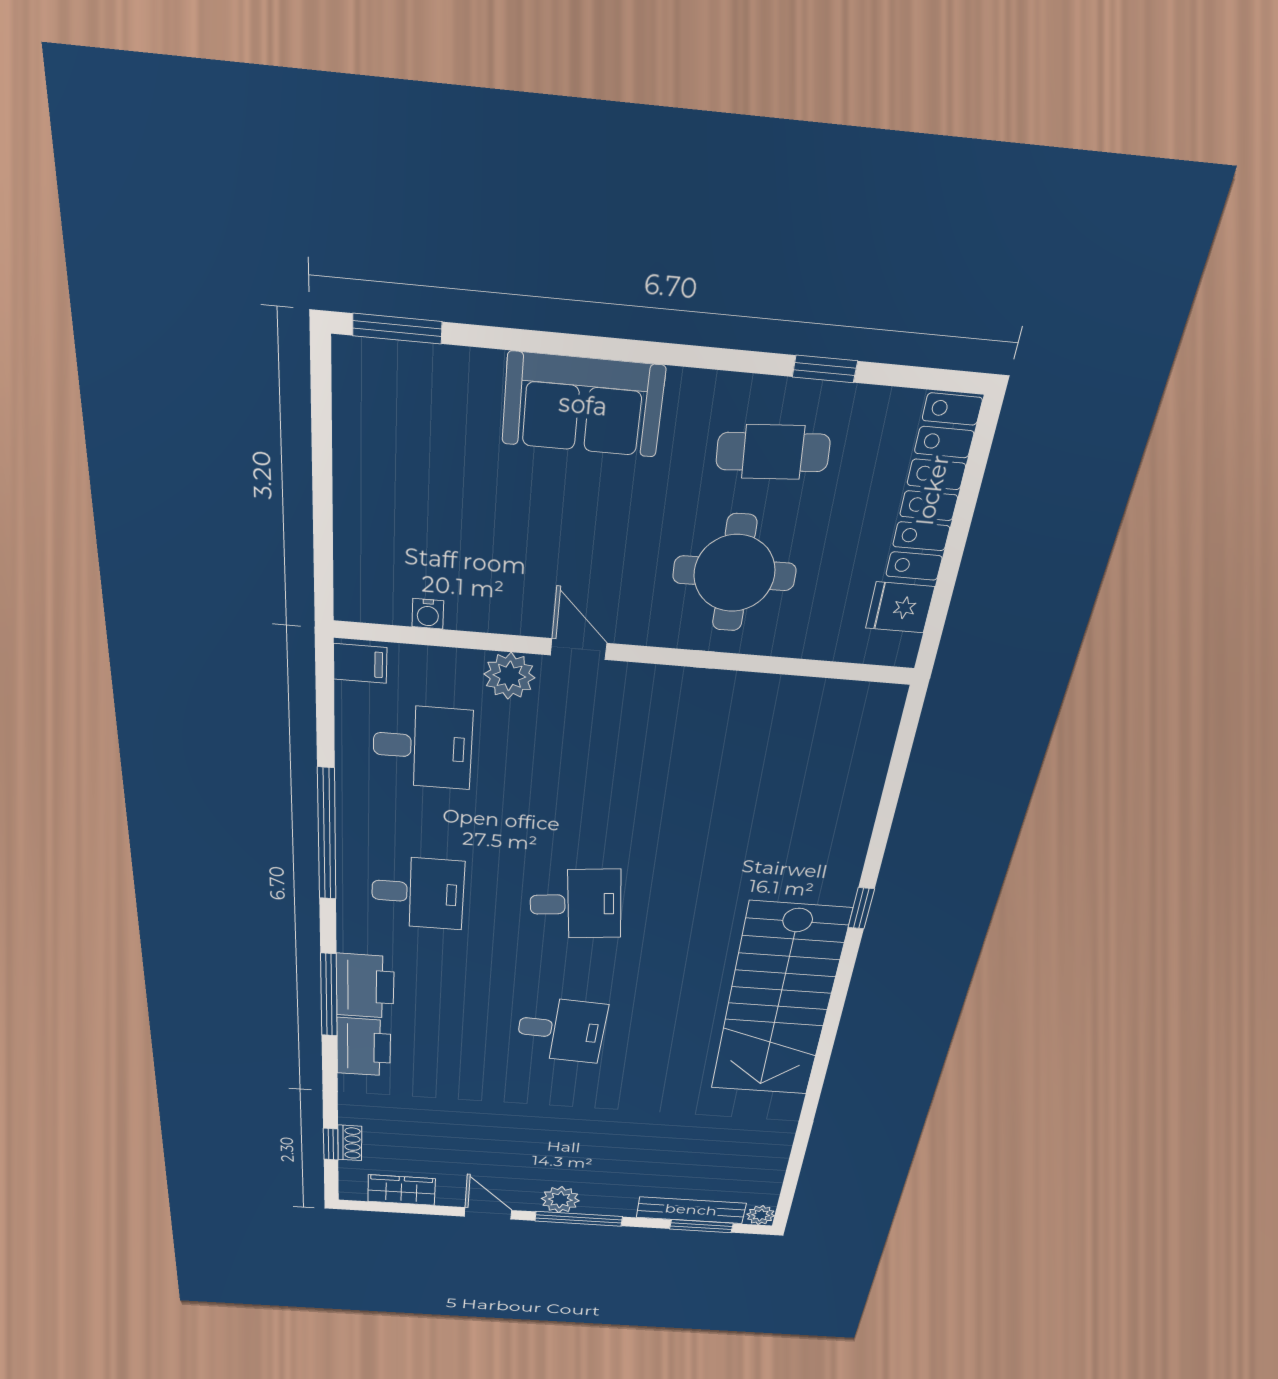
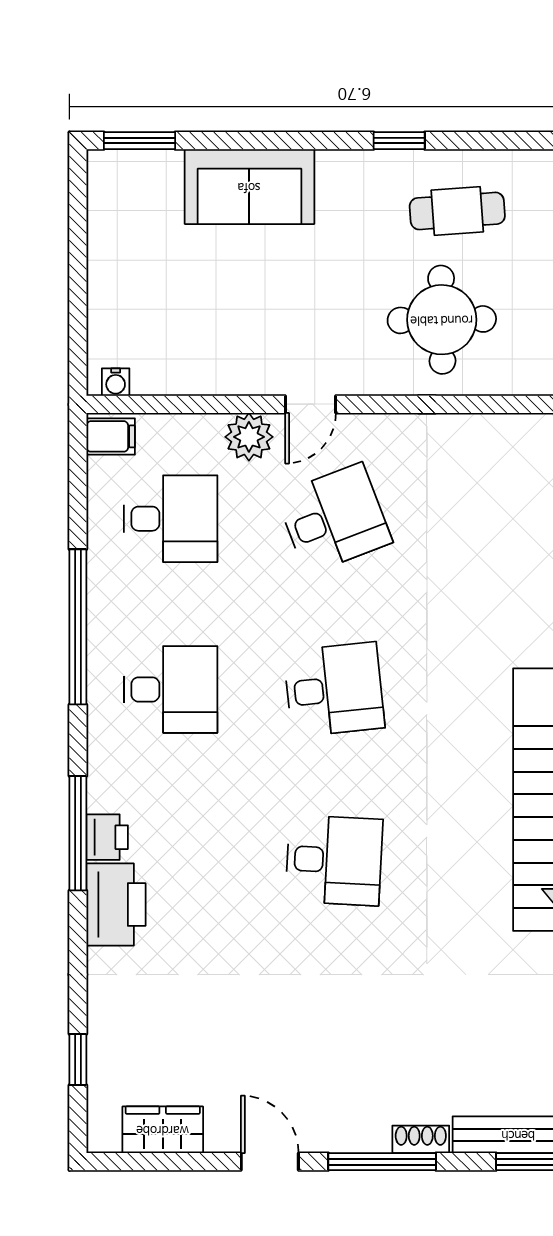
window: (825, 369) -> (399, 141), moved
sofa: (583, 405) -> (249, 187), moved
water cooler: (428, 614) -> (116, 382), moved
door: (579, 649) -> (311, 404), swing flipped
desk: (592, 760) -> (334, 519), added
printer: (365, 986) -> (107, 837), width x0.53, depth x0.68
shoe rack: (350, 1143) -> (421, 1139), moved, turned -90
plant: (560, 1200) -> (356, 1130), removed

